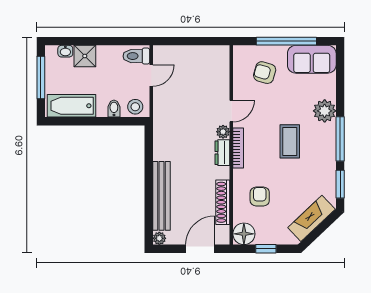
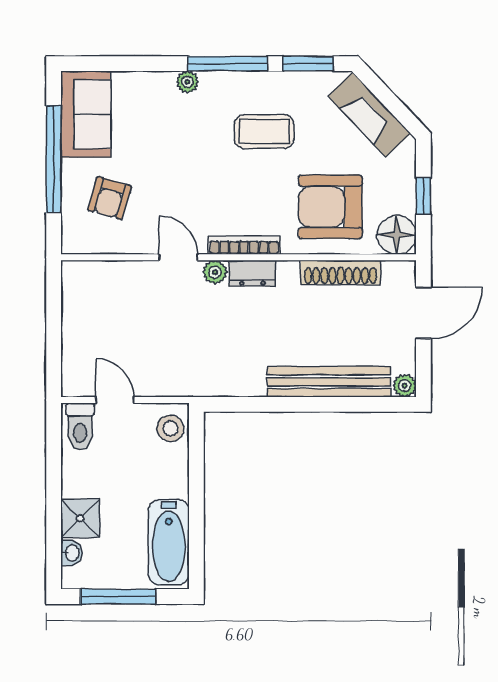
bidet: (114, 109) -> (174, 466), removed
plant: (325, 111) -> (187, 82), width x0.53, depth x0.53
coffee table: (290, 141) -> (264, 132), moved
armchair: (260, 197) -> (330, 207), width x1.88, depth x1.88
door: (200, 249) -> (423, 313), swing flipped

